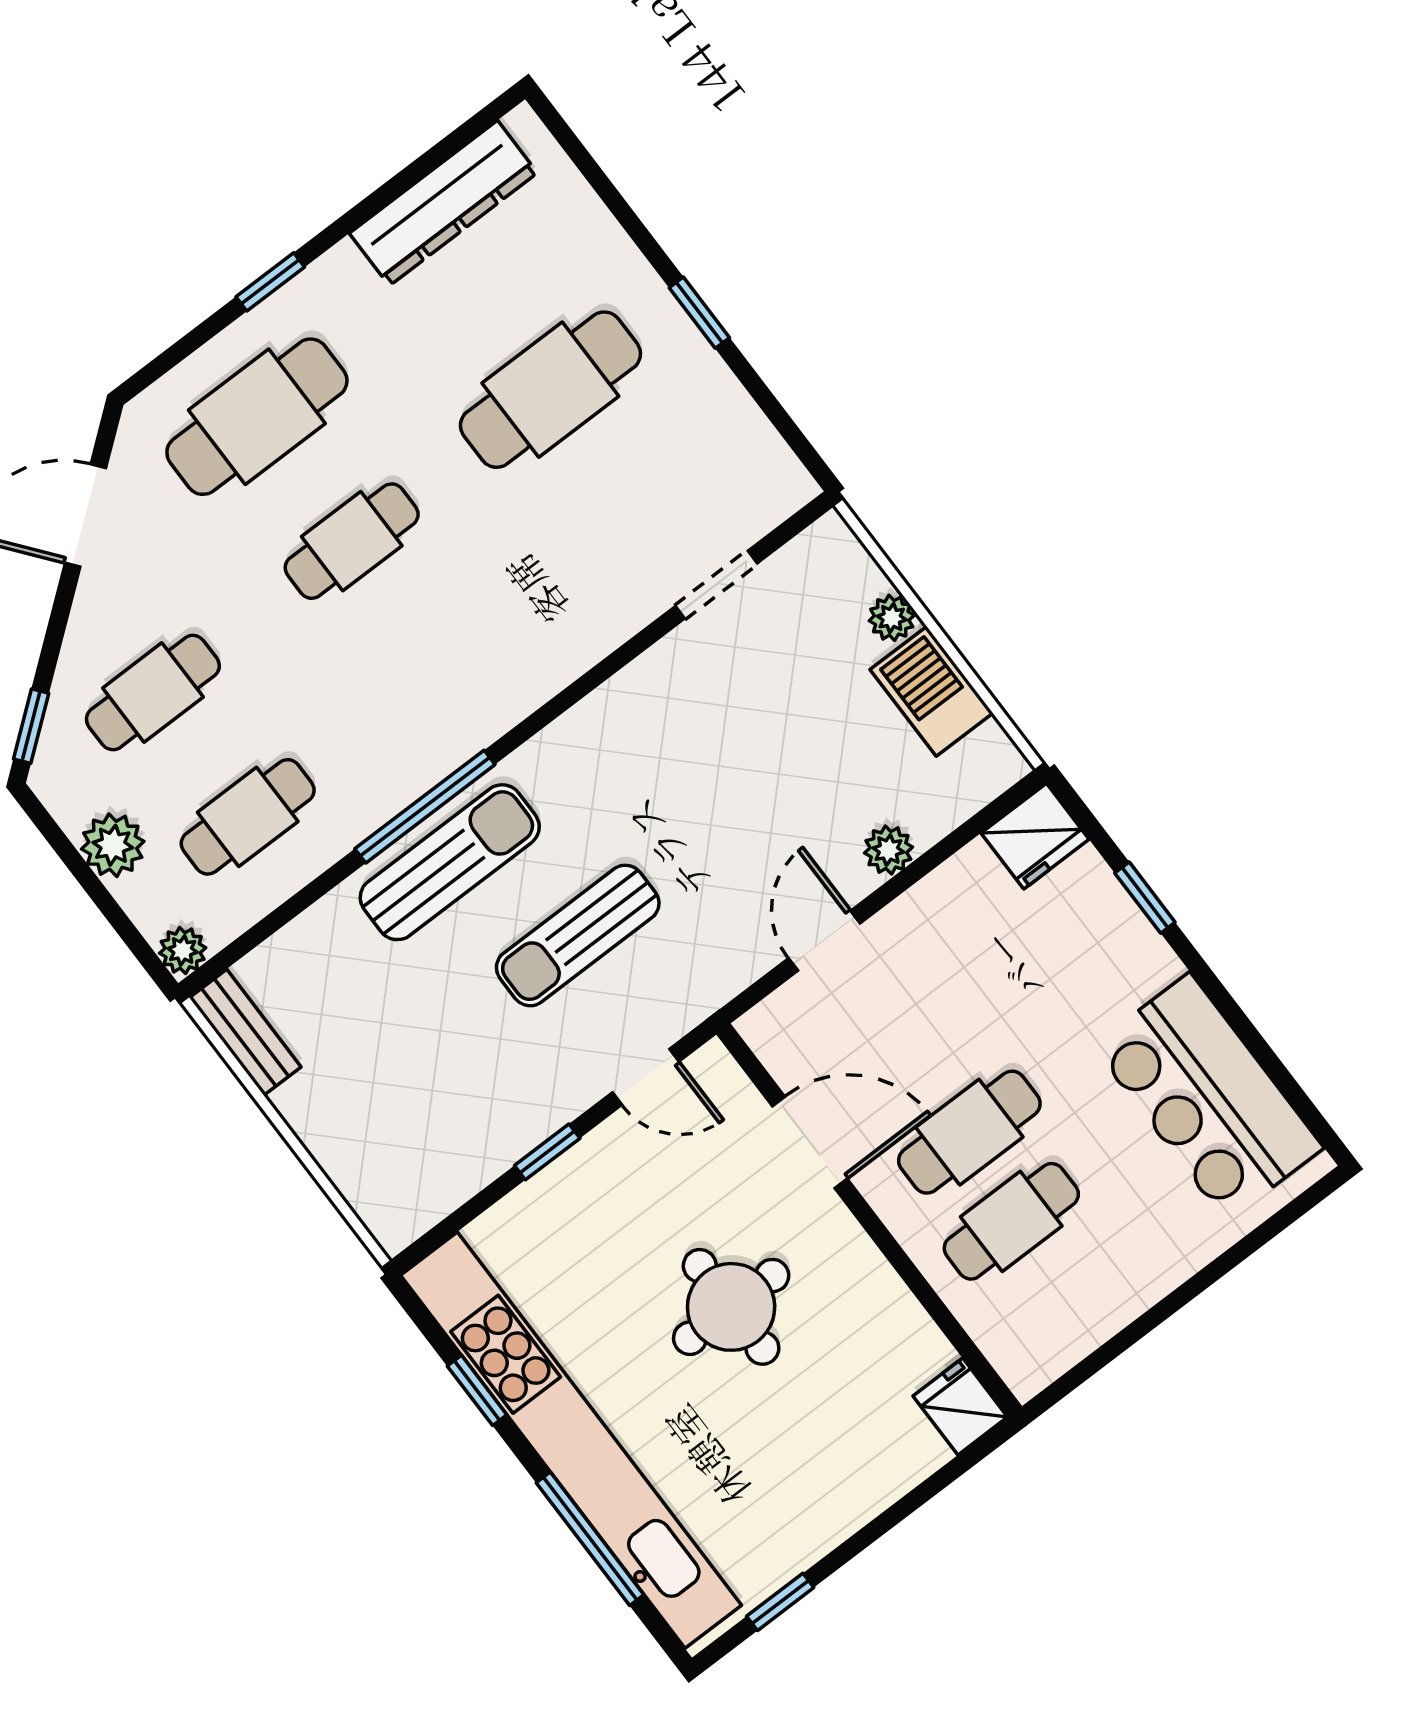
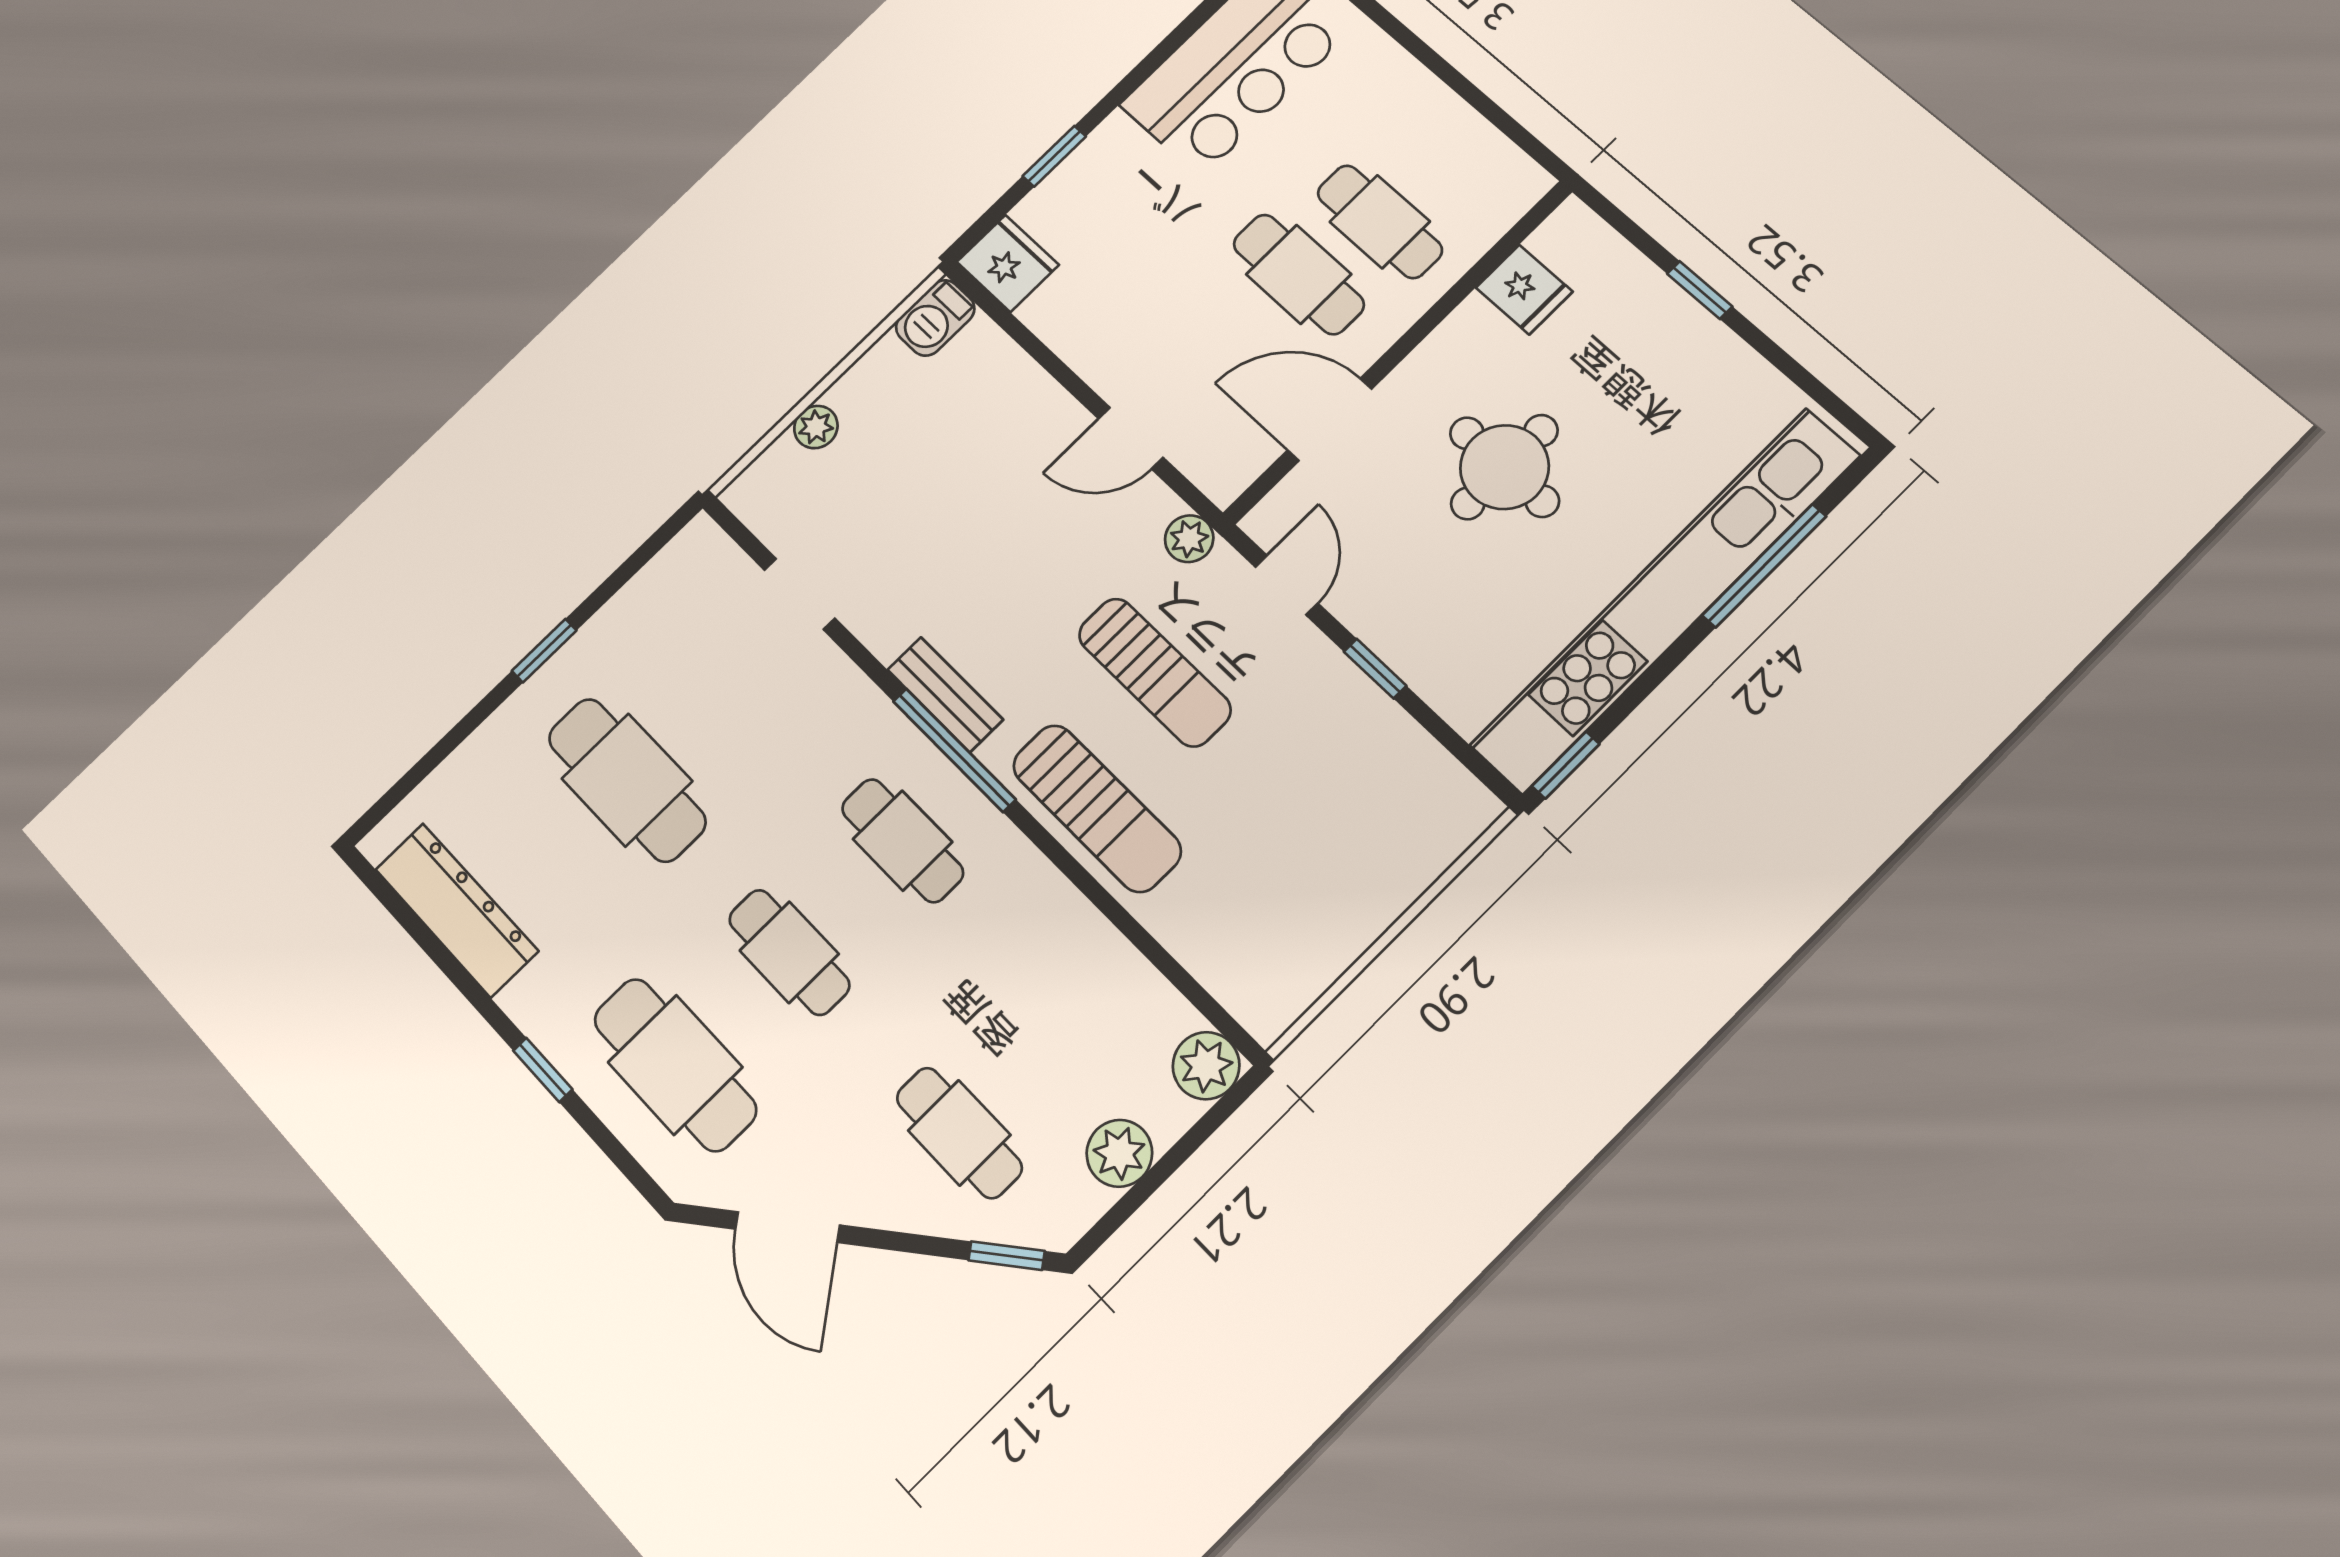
barbecue: (932, 691) -> (935, 318), moved, width x0.73, depth x0.79
window: (425, 807) -> (954, 750), moved
cafe table: (248, 817) -> (902, 841), moved
plant: (888, 850) -> (1189, 539), moved
sun lounger: (450, 862) -> (1097, 808), turned 180
plant: (183, 950) -> (1206, 1066), width x1.38, depth x1.38
bench: (245, 1032) -> (945, 695), moved, turned 90
door: (810, 1142) -> (1330, 420), hinge flipped
window: (477, 1390) -> (1566, 765), moved
fridge: (960, 1406) -> (1524, 290), moved, turned -90
window: (780, 1602) -> (1700, 290), moved

